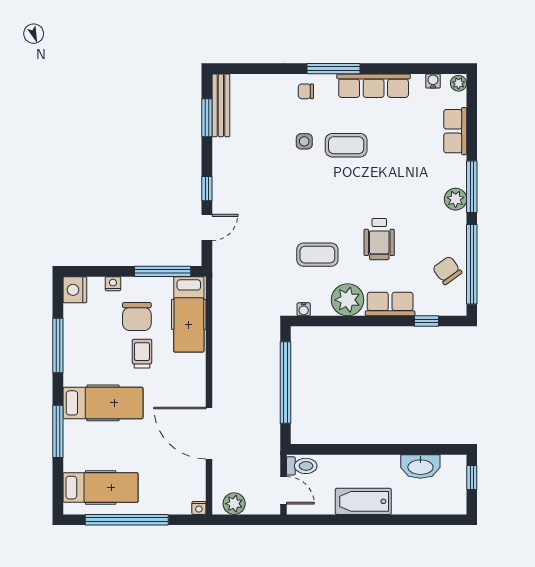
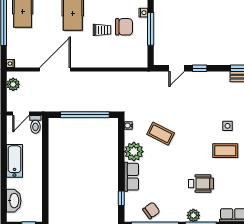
coffee table: (346, 145) -> (225, 151), turned 90
door: (207, 227) -> (177, 68), hinge flipped
wheelchair: (379, 239) -> (201, 184), moved, turned 180
coffee table: (317, 255) -> (161, 134), turned -63
window: (163, 271) -> (151, 29), moved
hospital bed: (189, 314) -> (125, 58), removed
chair: (137, 316) -> (124, 27), turned 180
washbasin: (420, 466) -> (14, 201), moved, turned 180

